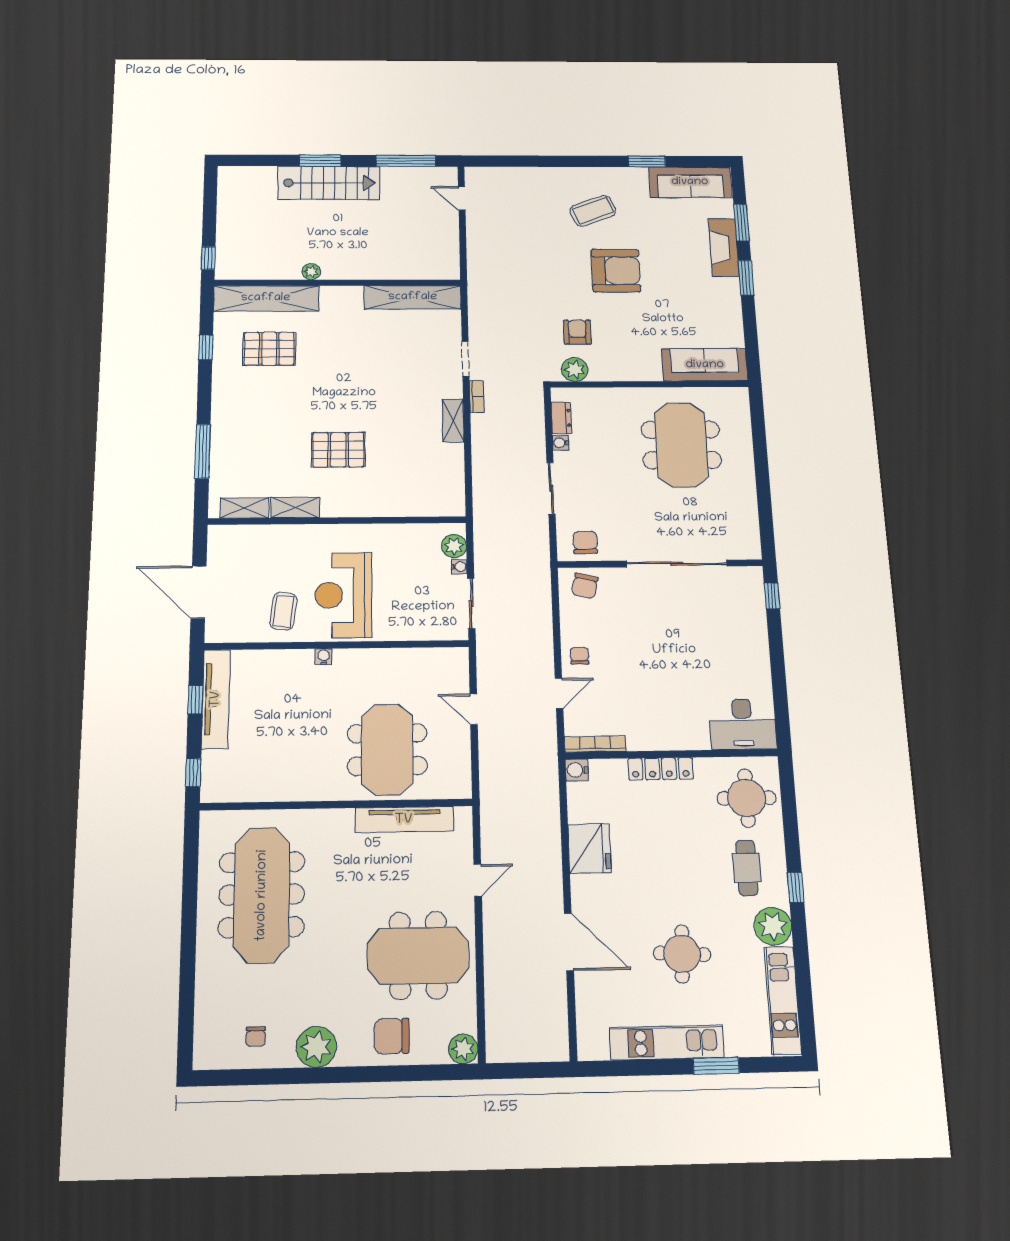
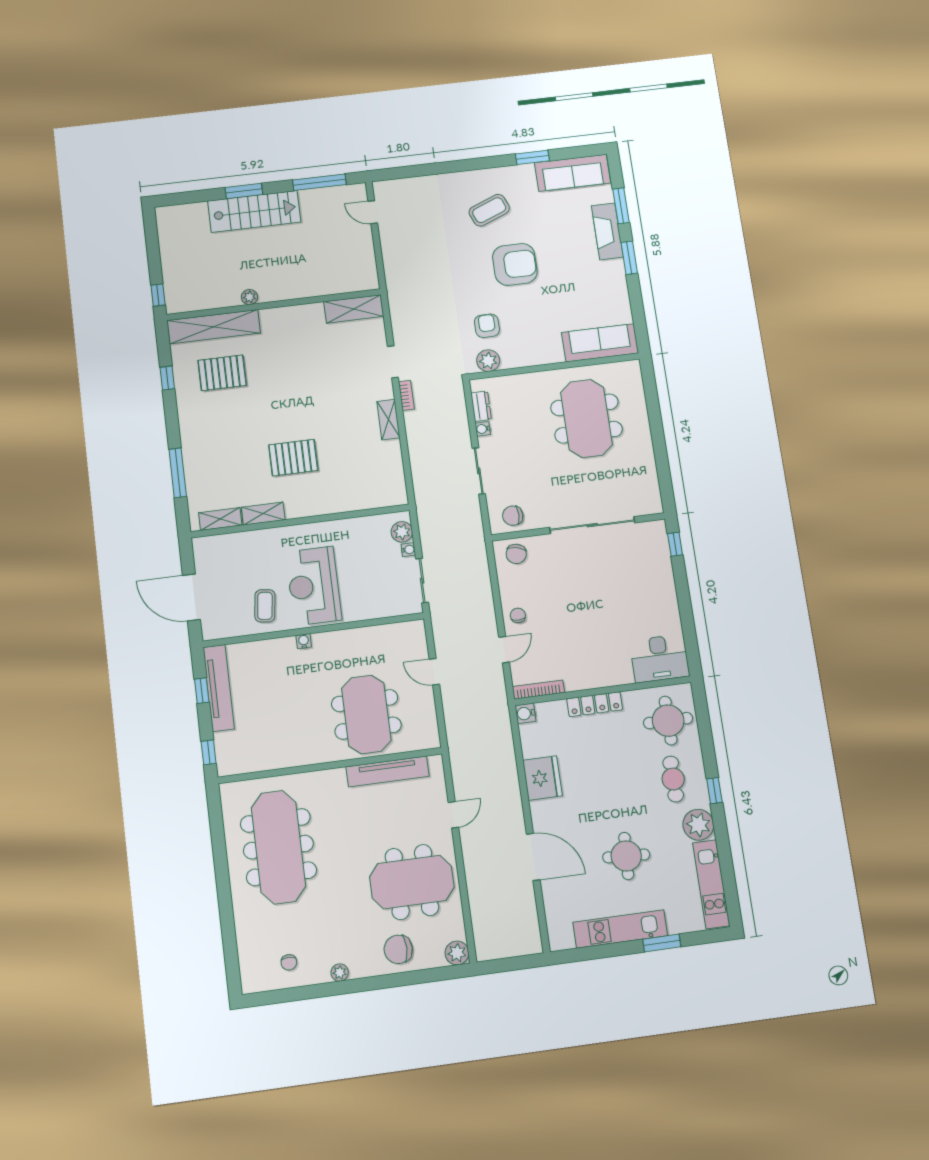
shelving: (413, 297) -> (354, 309), width x0.68
chair: (585, 543) -> (513, 516), turned -90
plant: (316, 1047) -> (340, 972), width x0.53, depth x0.53

